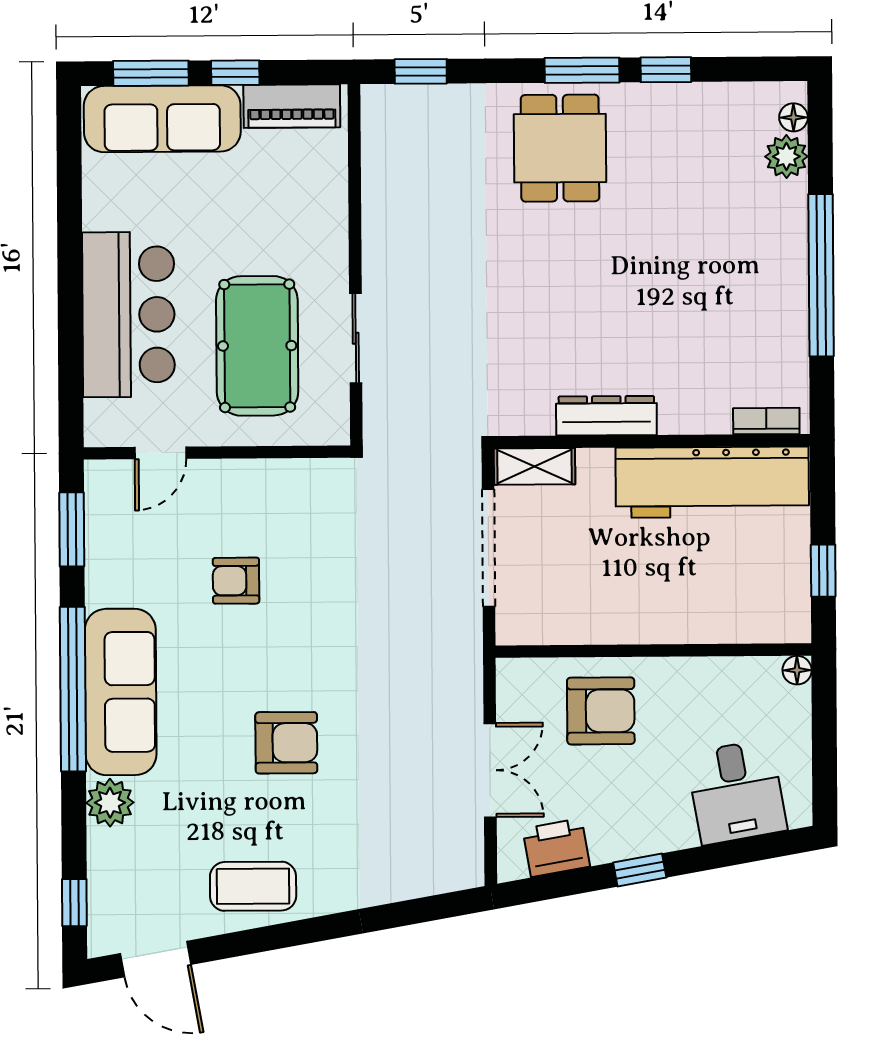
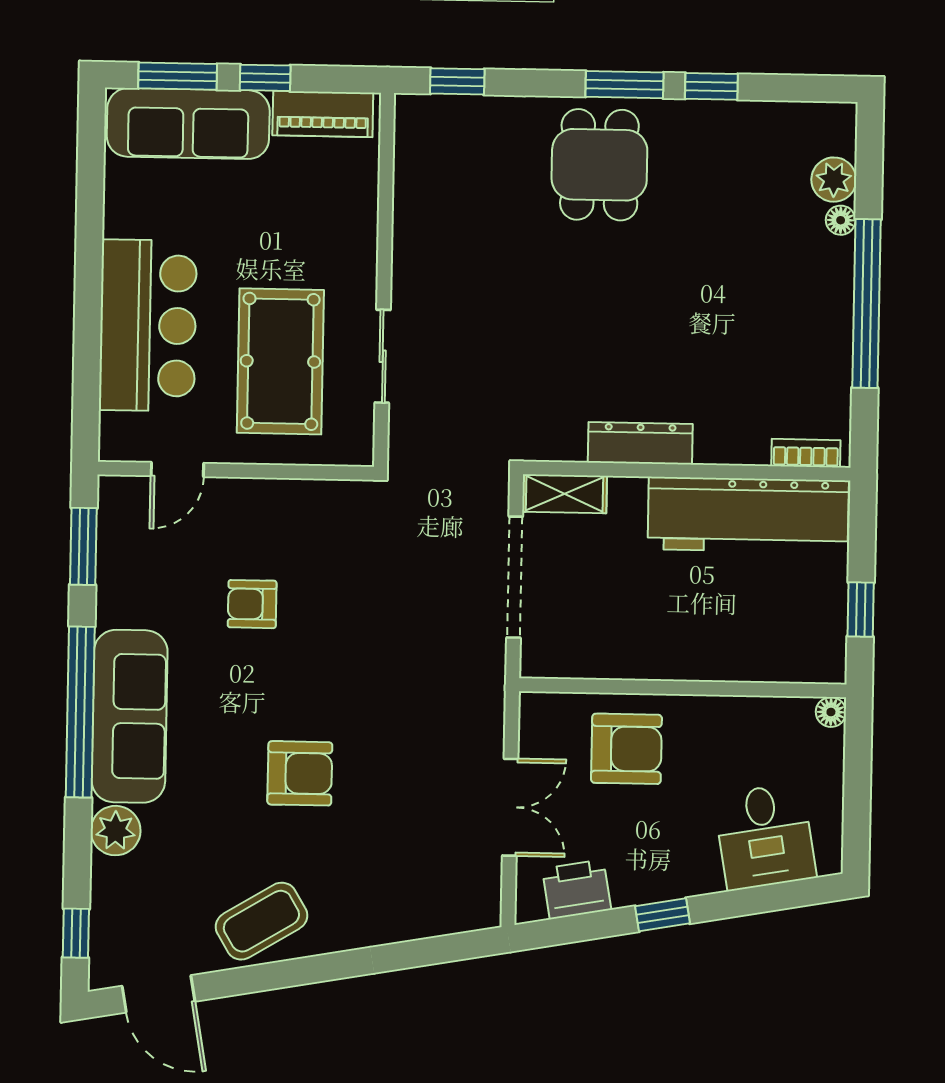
floor lamp: (793, 117) -> (841, 220), moved
coffee table: (253, 886) -> (261, 921), turned -31

